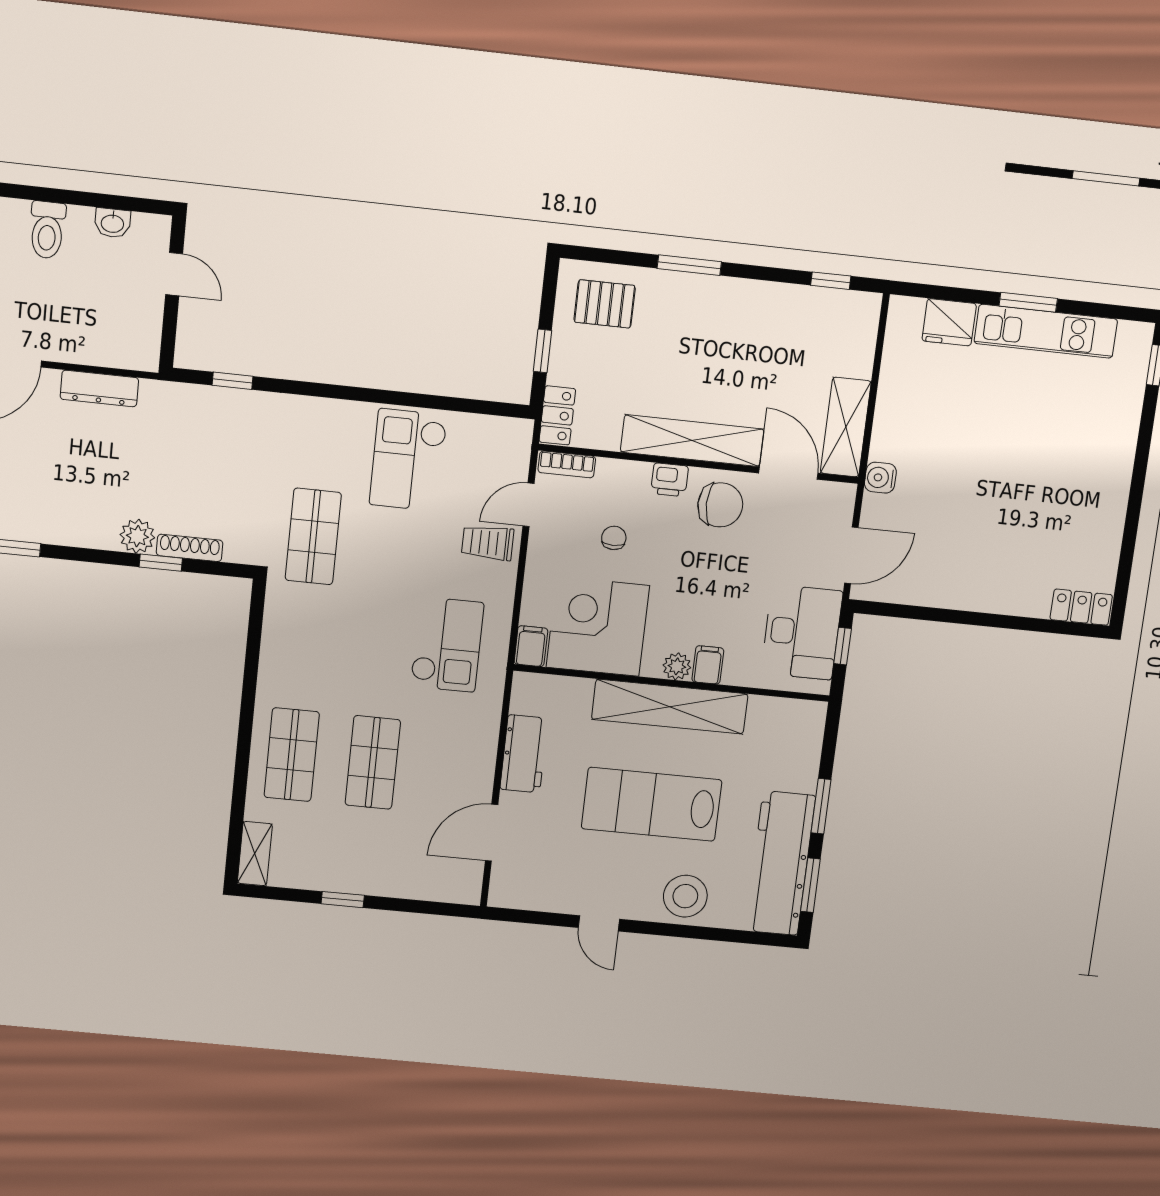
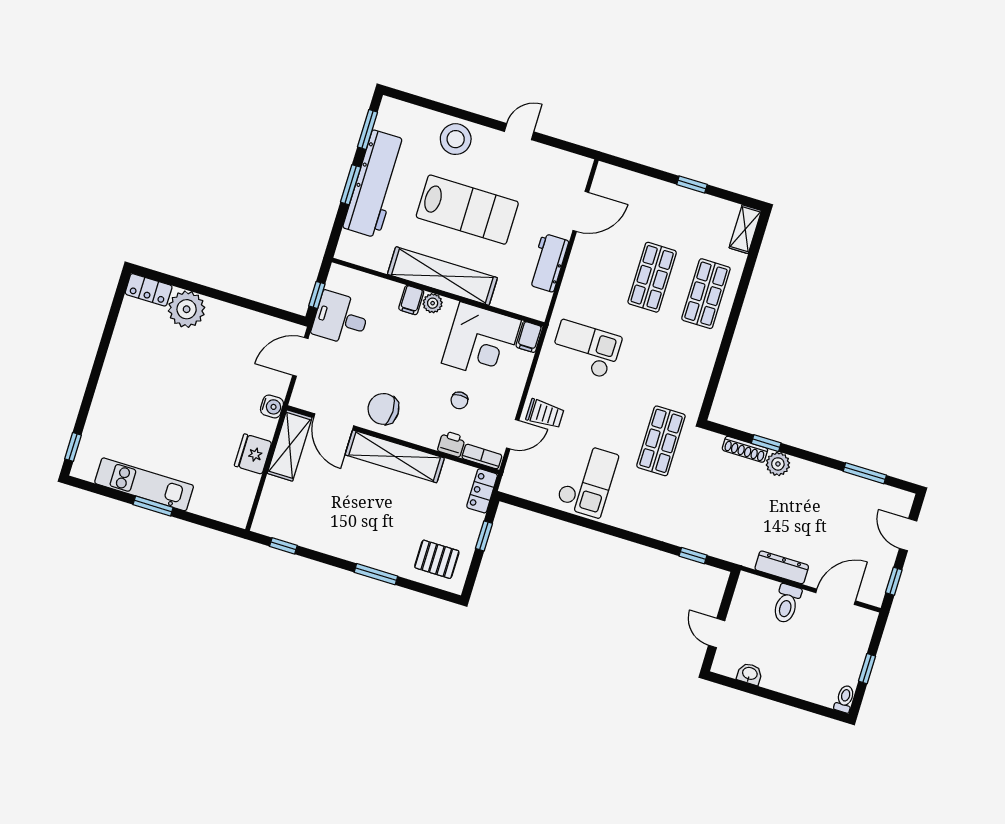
toilet: (47, 230) -> (787, 604), moved, turned 180
fridge: (949, 322) -> (253, 454), moved, turned -90
printer: (670, 480) -> (451, 444), moved
plant: (1023, 591) -> (187, 309), added
desk: (802, 632) -> (341, 318), width x0.73
checkout: (447, 644) -> (586, 349), turned 90
workbench: (780, 863) -> (375, 184), moved
door: (599, 923) -> (519, 132), hinge flipped

